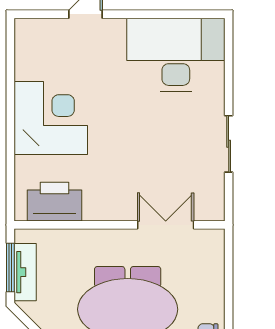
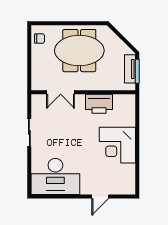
printer: (55, 202) -> (99, 104), moved

